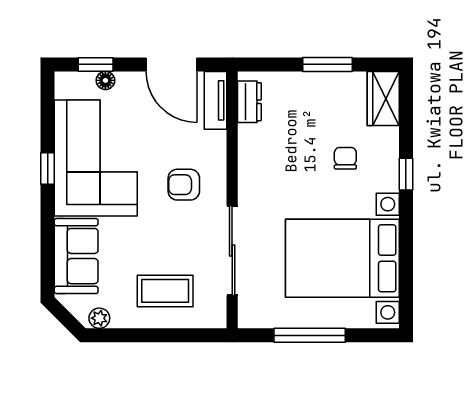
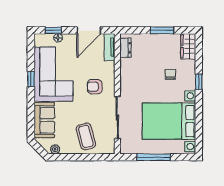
door: (171, 64) -> (89, 30), hinge flipped
coffee table: (165, 291) -> (86, 136), turned 75

